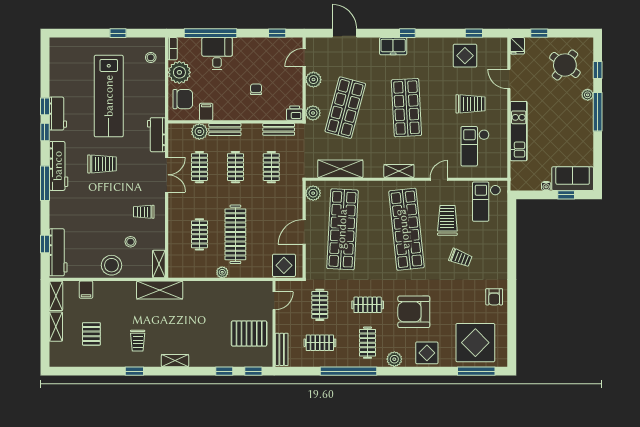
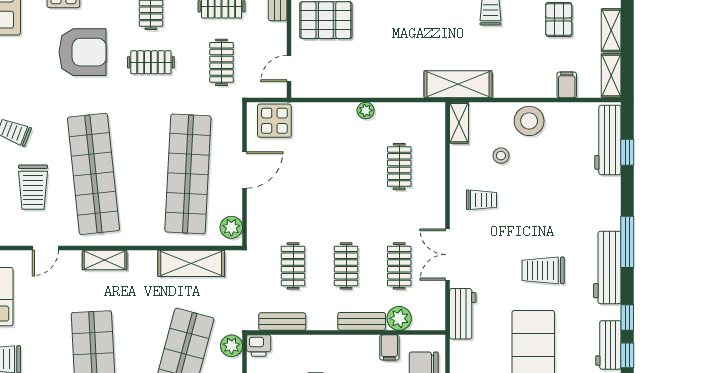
clothes rail: (235, 234) -> (346, 167), removed

